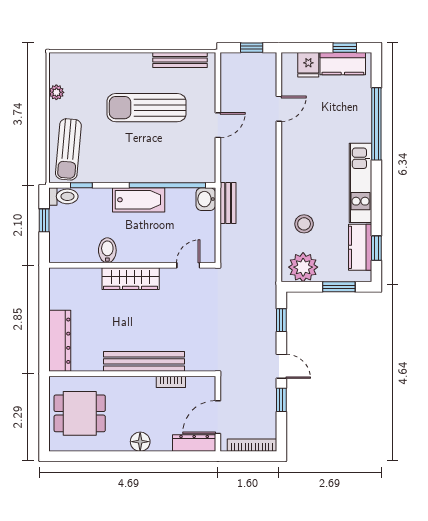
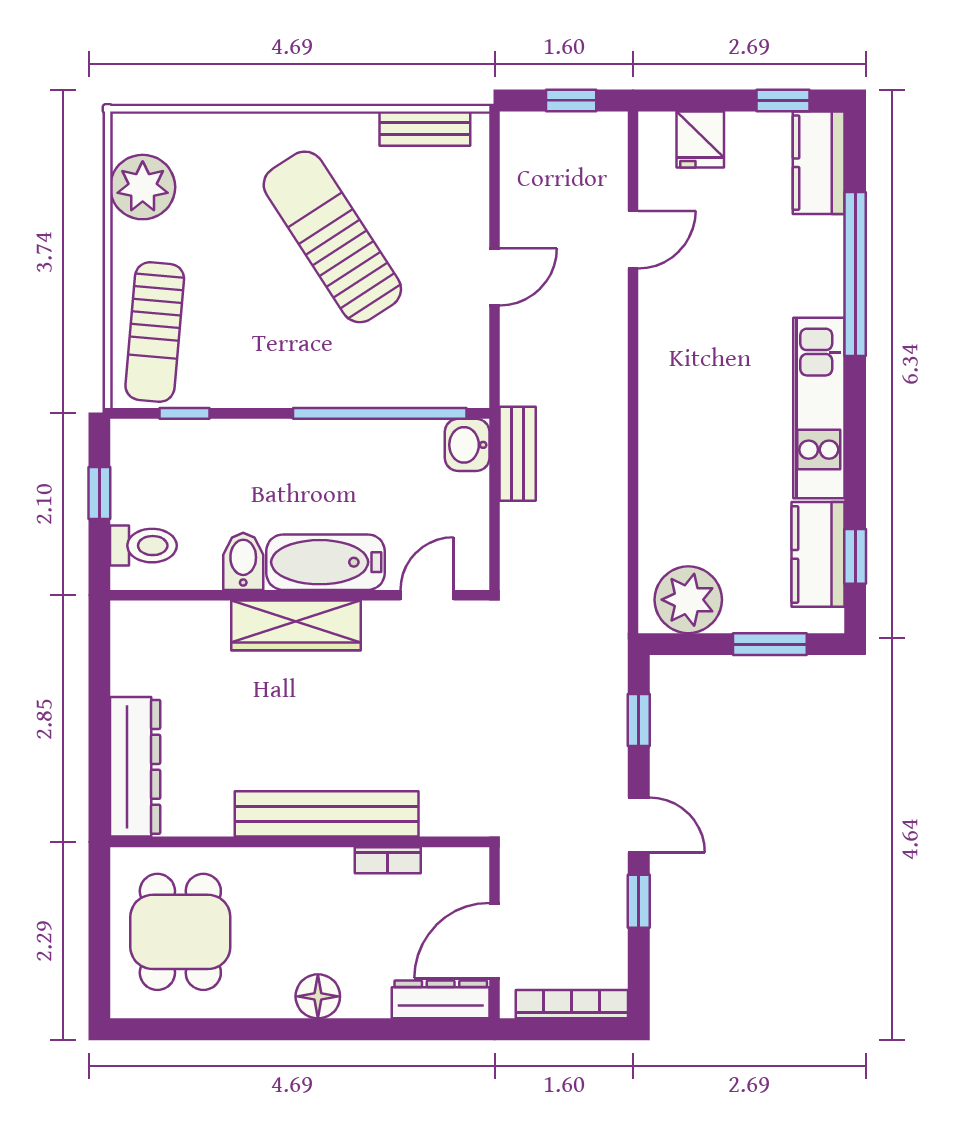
bench: (180, 60) -> (425, 129), width x0.73
kitchen counter: (343, 64) -> (819, 163), moved, turned 90
plant: (56, 92) -> (143, 187), width x1.87, depth x1.87
sun lounger: (147, 108) -> (332, 237), turned 57
toilet: (63, 196) -> (143, 546), moved
bathtub: (139, 200) -> (326, 562), moved, turned 180
stool: (304, 224) -> (690, 501), removed
dining table: (80, 413) -> (180, 932), turned 90

